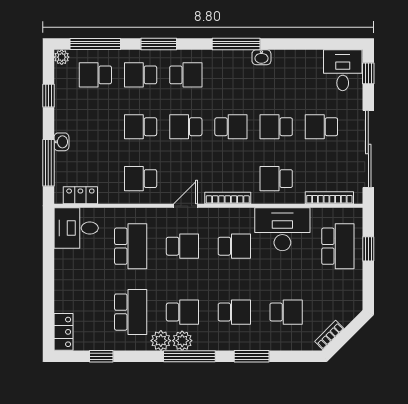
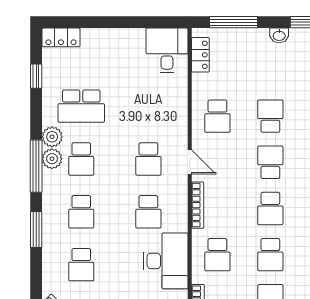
school desk: (276, 127) -> (270, 255), turned 180
washbasin: (61, 142) -> (279, 35), moved
school desk: (141, 179) -> (217, 116), turned 180
school desk: (276, 179) -> (217, 255), turned 180
school desk: (131, 246) -> (148, 106), removed

